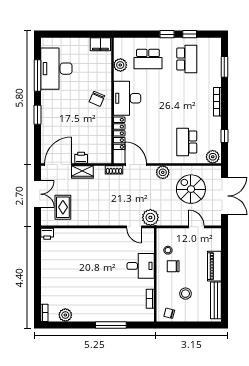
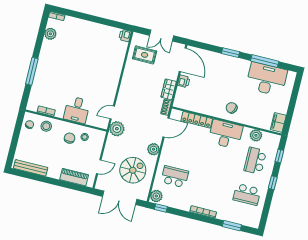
window: (190, 34) -> (279, 156), moved
window: (224, 136) -> (161, 208), moved
wardrobe: (82, 172) -> (169, 89), moved
piano: (214, 266) -> (74, 177), moved
stool: (185, 294) -> (46, 126), moved

